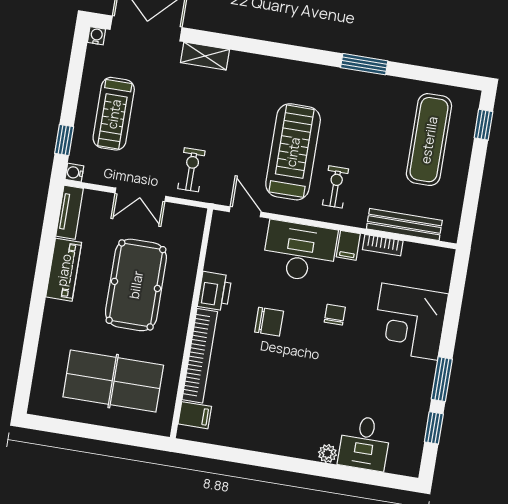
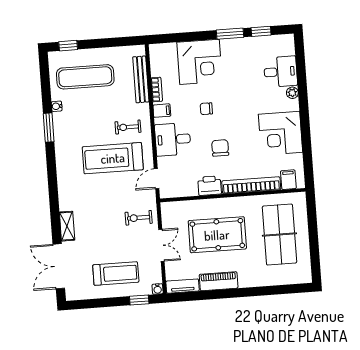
water cooler: (97, 36) -> (57, 106), moved
desk: (300, 251) -> (173, 139), width x0.73
corner desk: (269, 420) -> (280, 133), added

